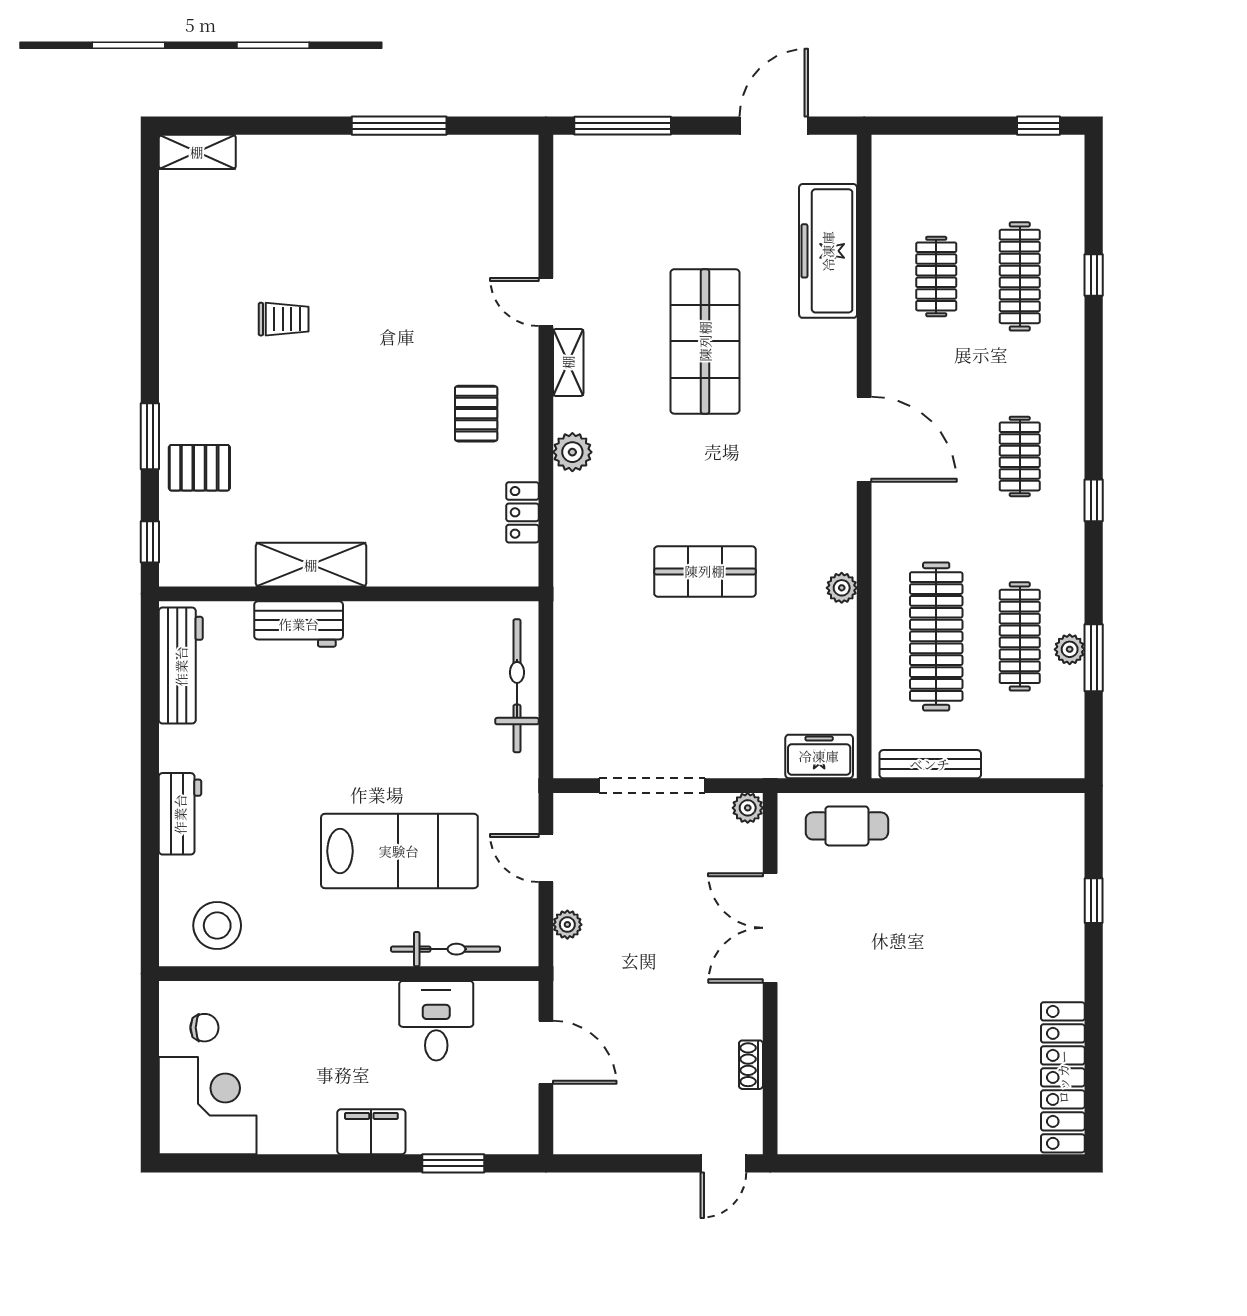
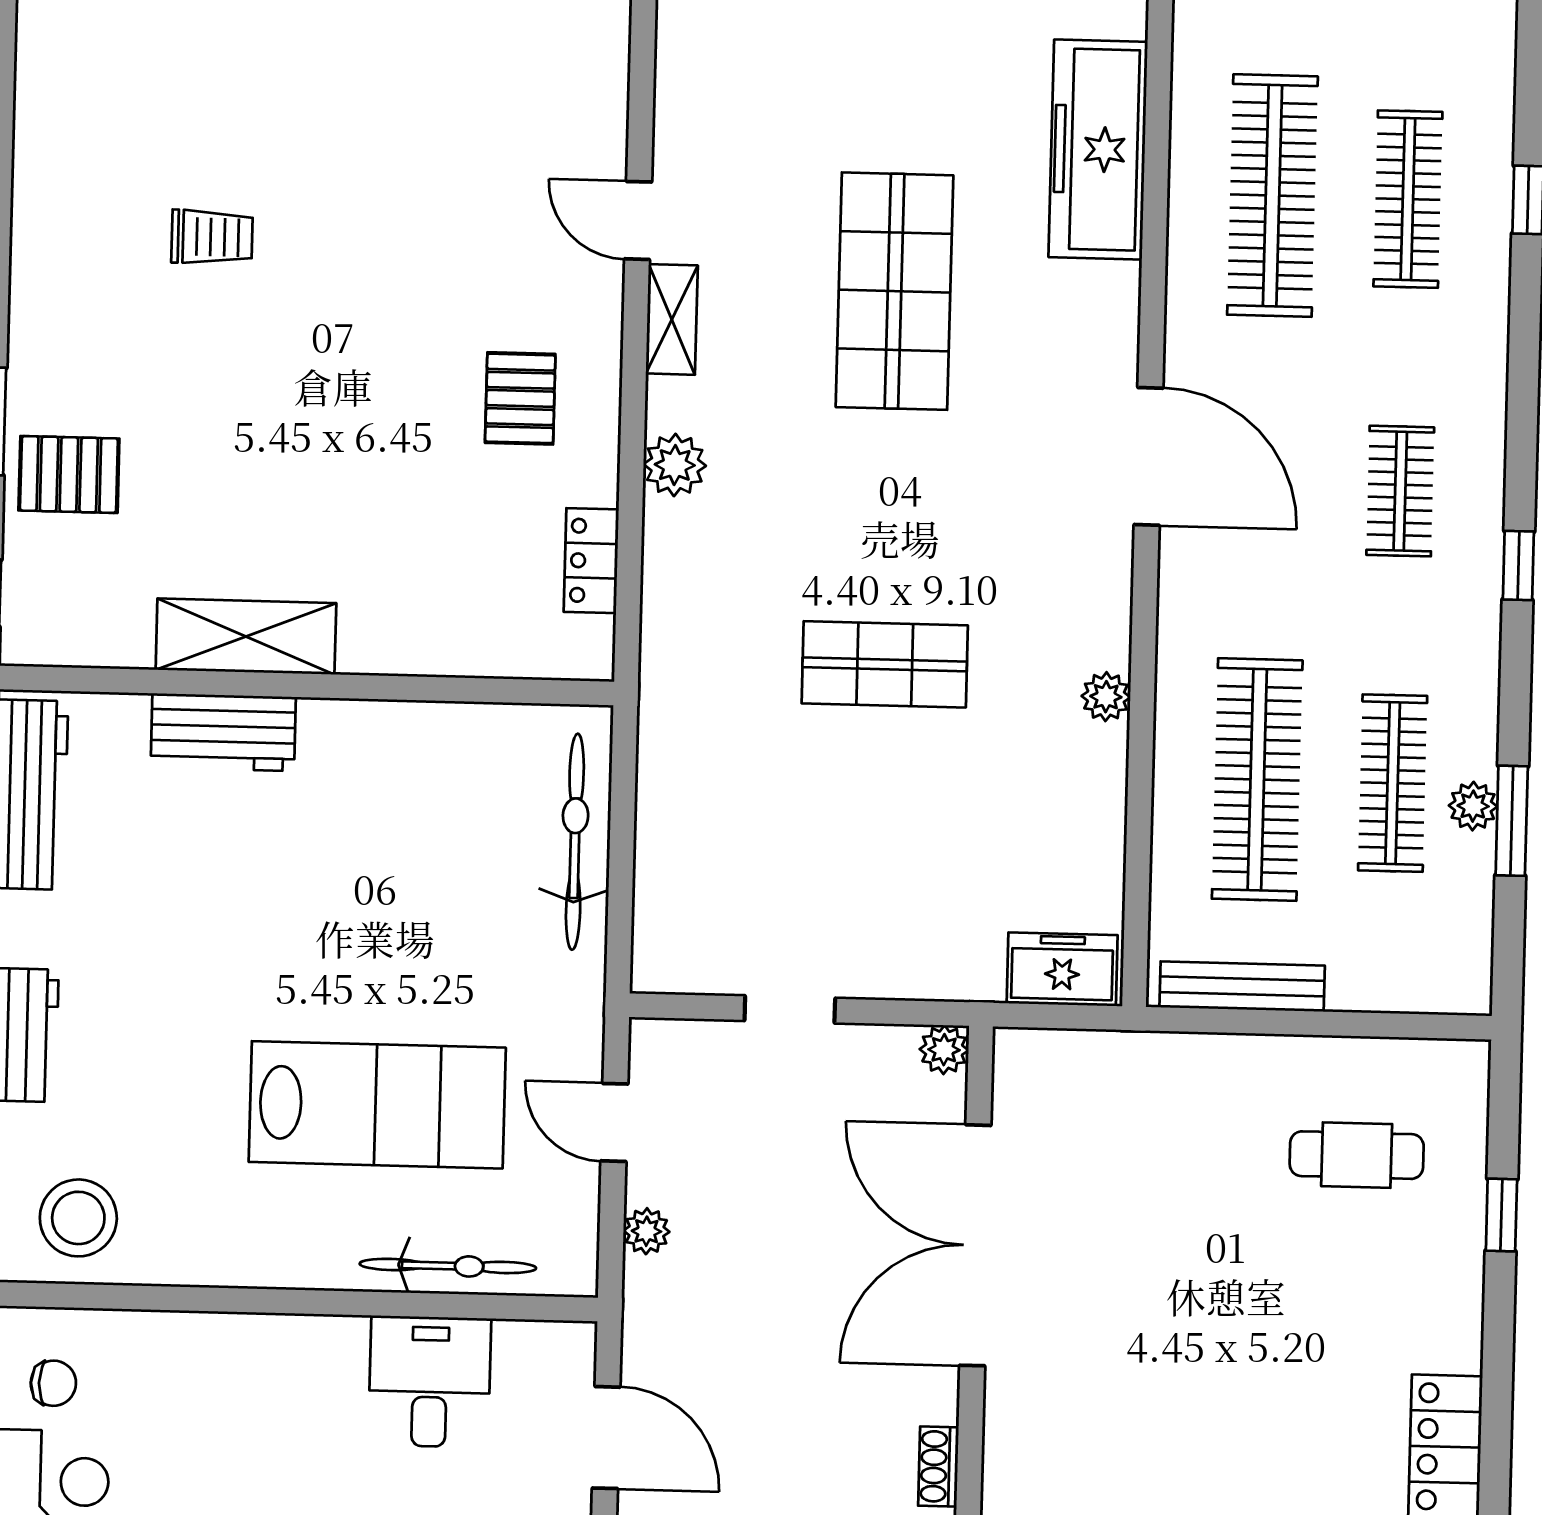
clothes rail: (936, 276) -> (1272, 196), width x1.86, depth x1.31
doorway: (652, 786) -> (790, 1009), width x0.53
cafe table: (847, 826) -> (1357, 1155), moved
double door: (770, 928) -> (975, 1245), width x1.36

